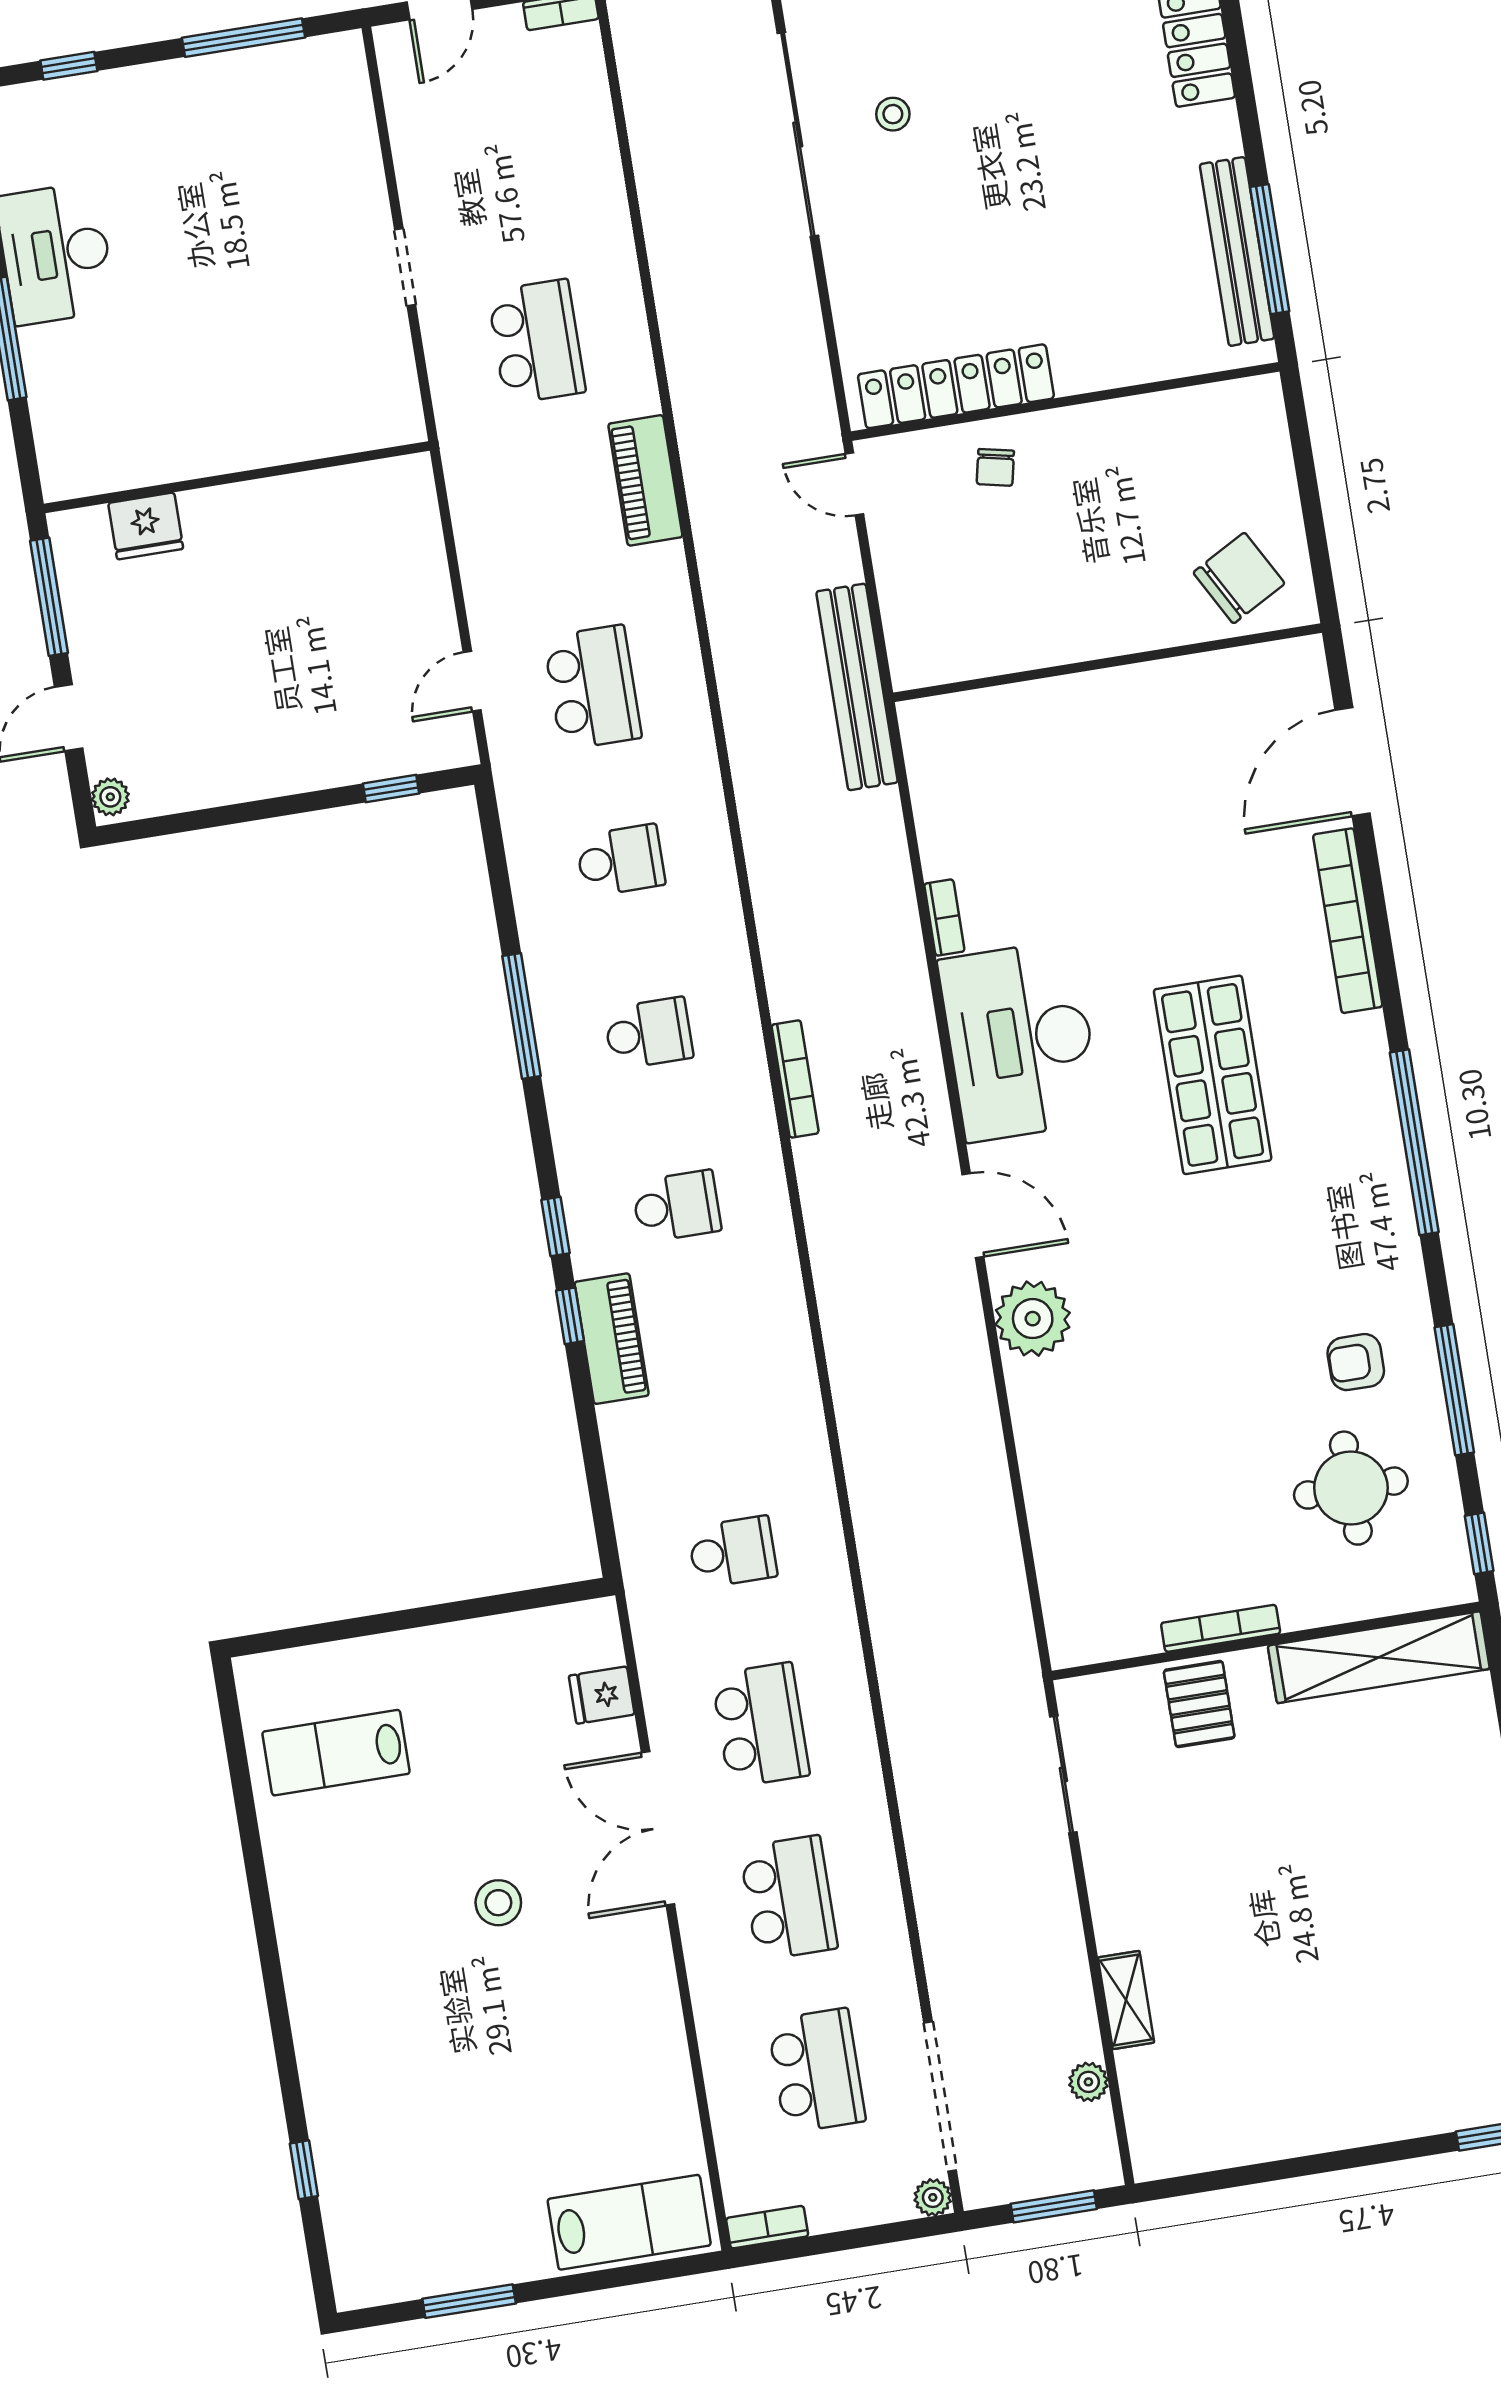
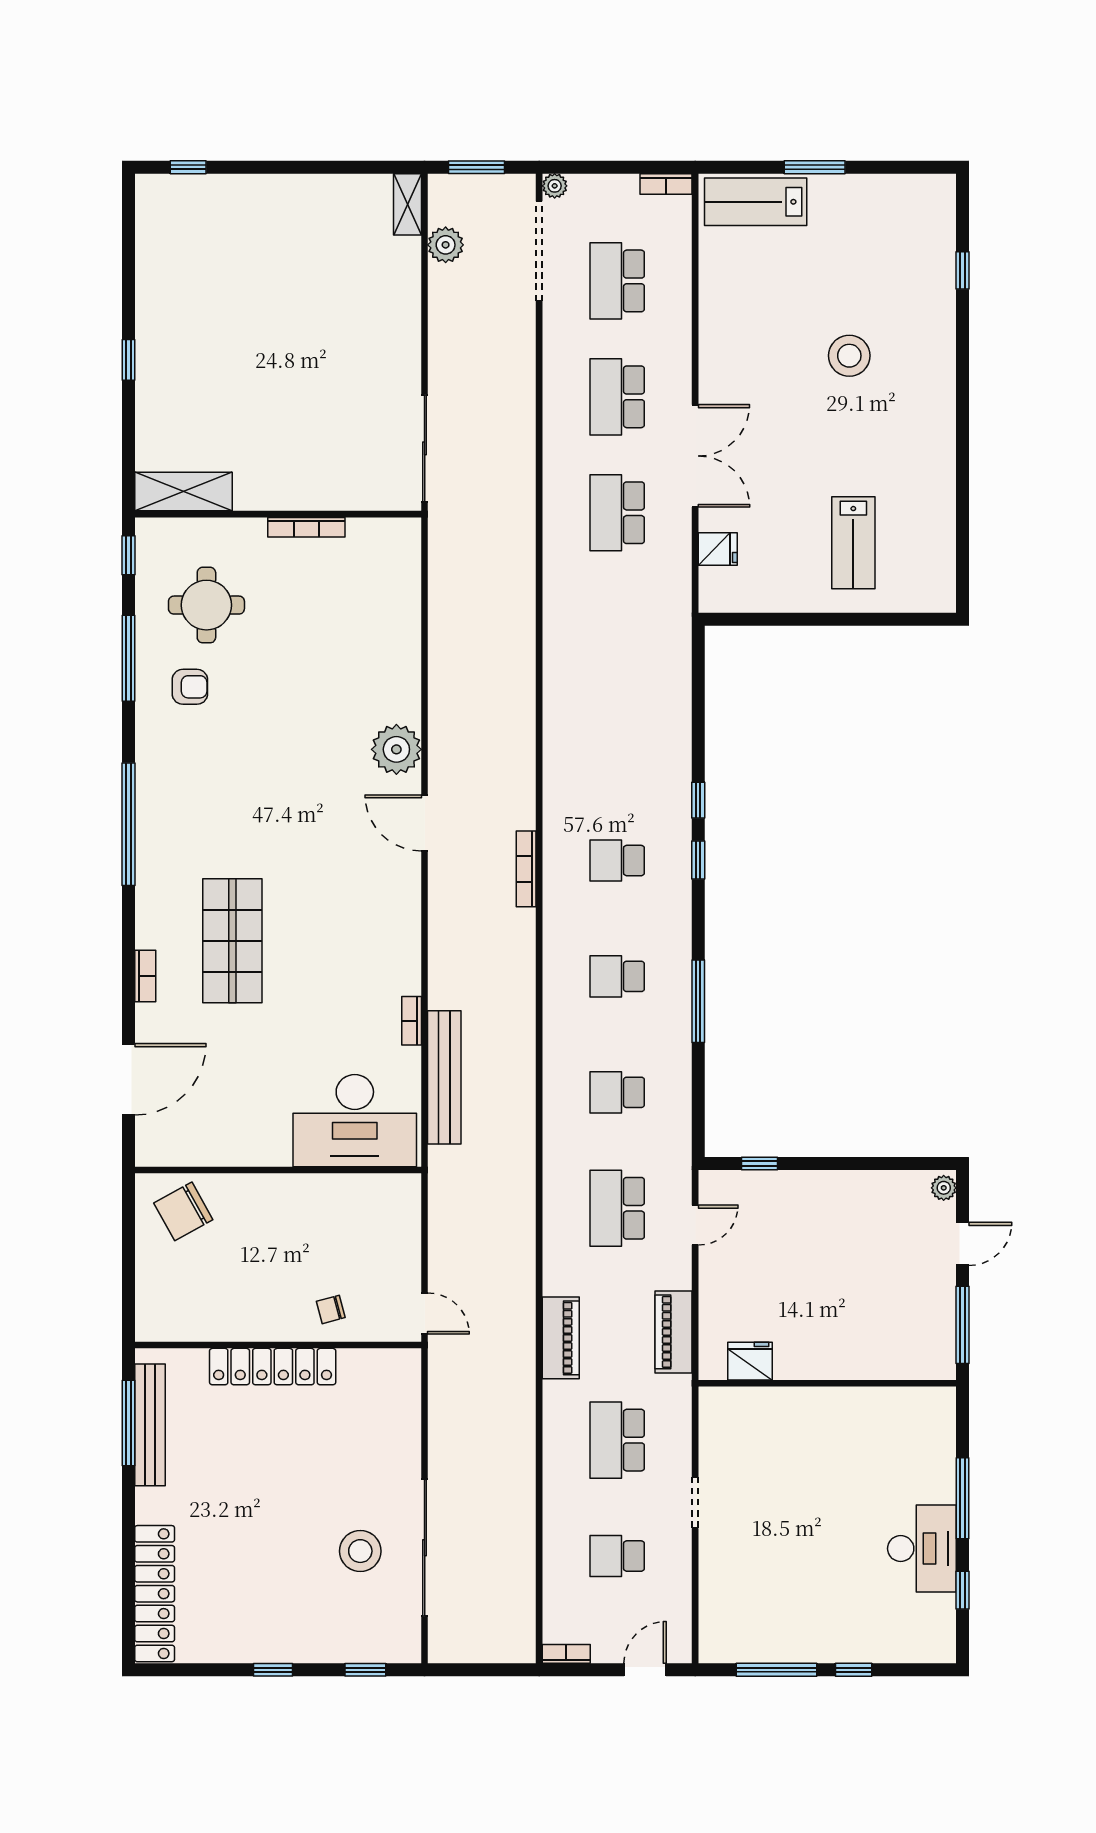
window: (69, 66) -> (854, 1670), moved
stool: (893, 114) -> (360, 1551), width x1.89, depth x1.89
locker: (956, 386) -> (273, 1367), moved
chair: (995, 467) -> (331, 1309), turned -117
fridge: (146, 526) -> (750, 1361), moved
bench: (857, 687) -> (444, 1077), moved
bookcase: (1348, 921) -> (145, 976), width x0.43, depth x0.76
desk: (1020, 1041) -> (355, 1121), moved, turned 90
shop shelf: (1213, 1075) -> (232, 941), moved
bookcase: (795, 1079) -> (526, 869), moved
piano: (612, 1339) -> (674, 1332), moved
school desk: (733, 1552) -> (617, 1556), moved
shelving: (1379, 1657) -> (183, 492), width x0.68
pallet: (1199, 1704) -> (328, 480), removed
lab bench: (336, 1753) -> (853, 543), moved, turned 90
sliding door: (1063, 1774) -> (425, 448), width x1.37
stool: (498, 1903) -> (849, 356), moved, width x1.38, depth x1.38
shelving: (1126, 2000) -> (407, 204), moved
plant: (1088, 2082) -> (446, 245), width x1.38, depth x1.38
window: (469, 2301) -> (815, 167), moved

